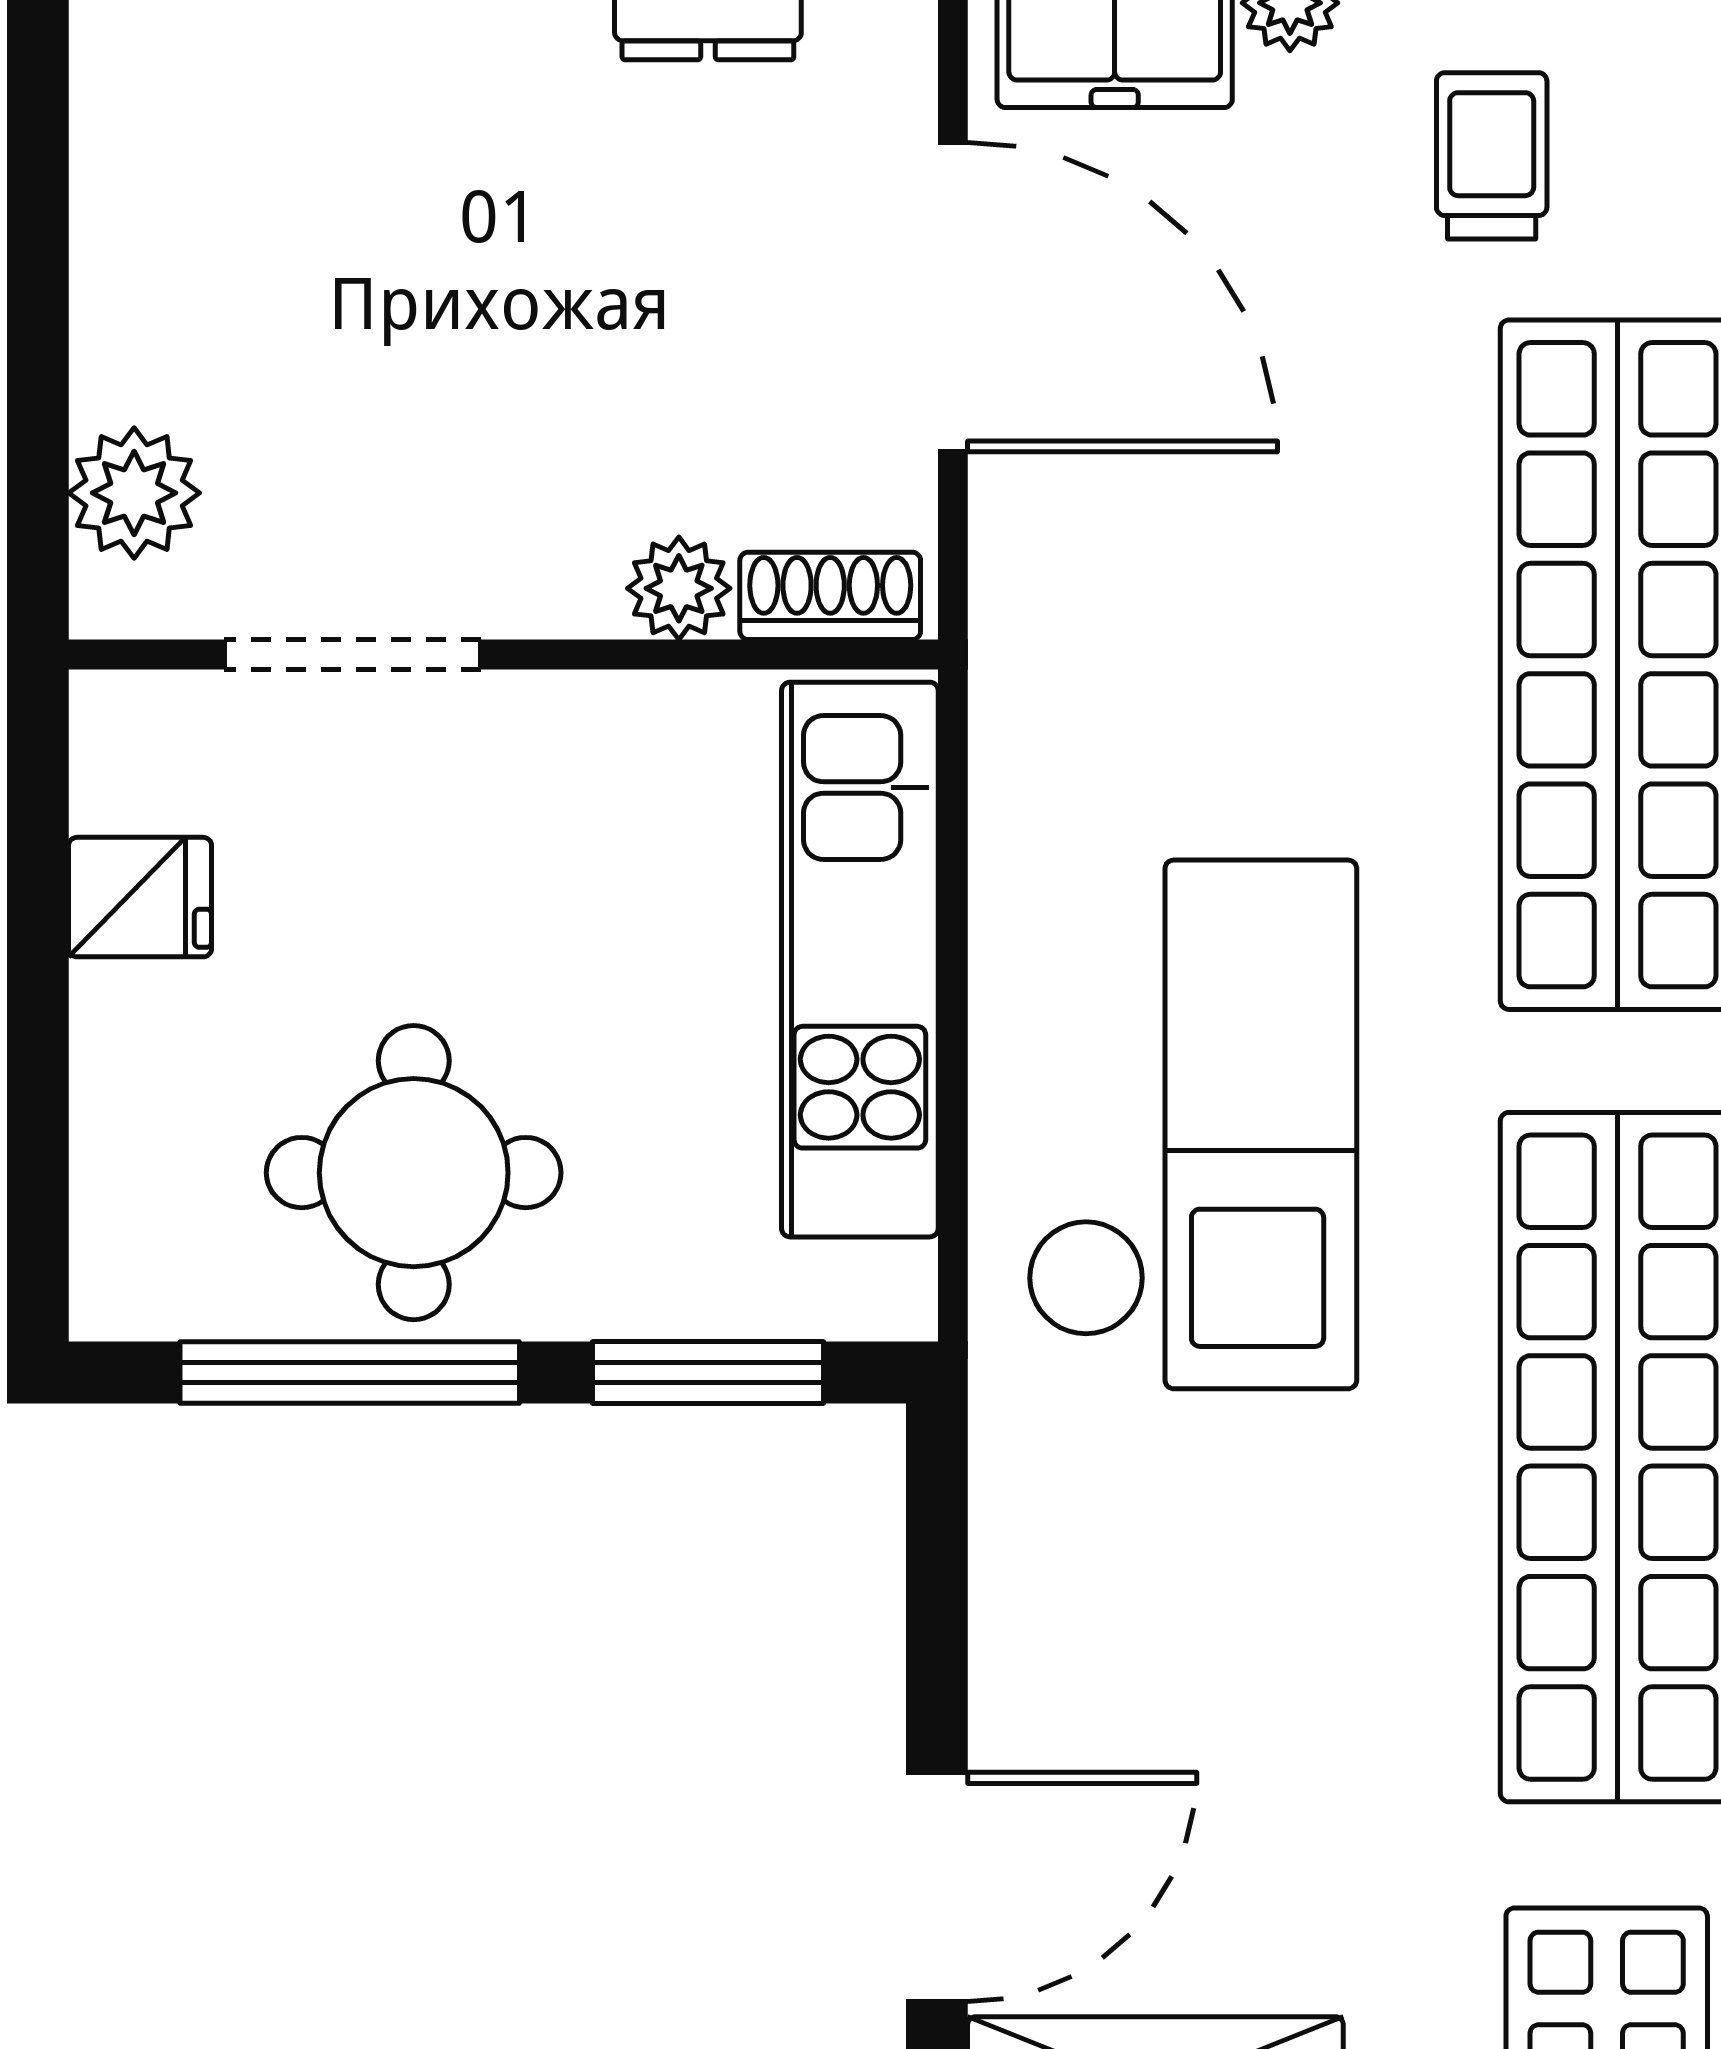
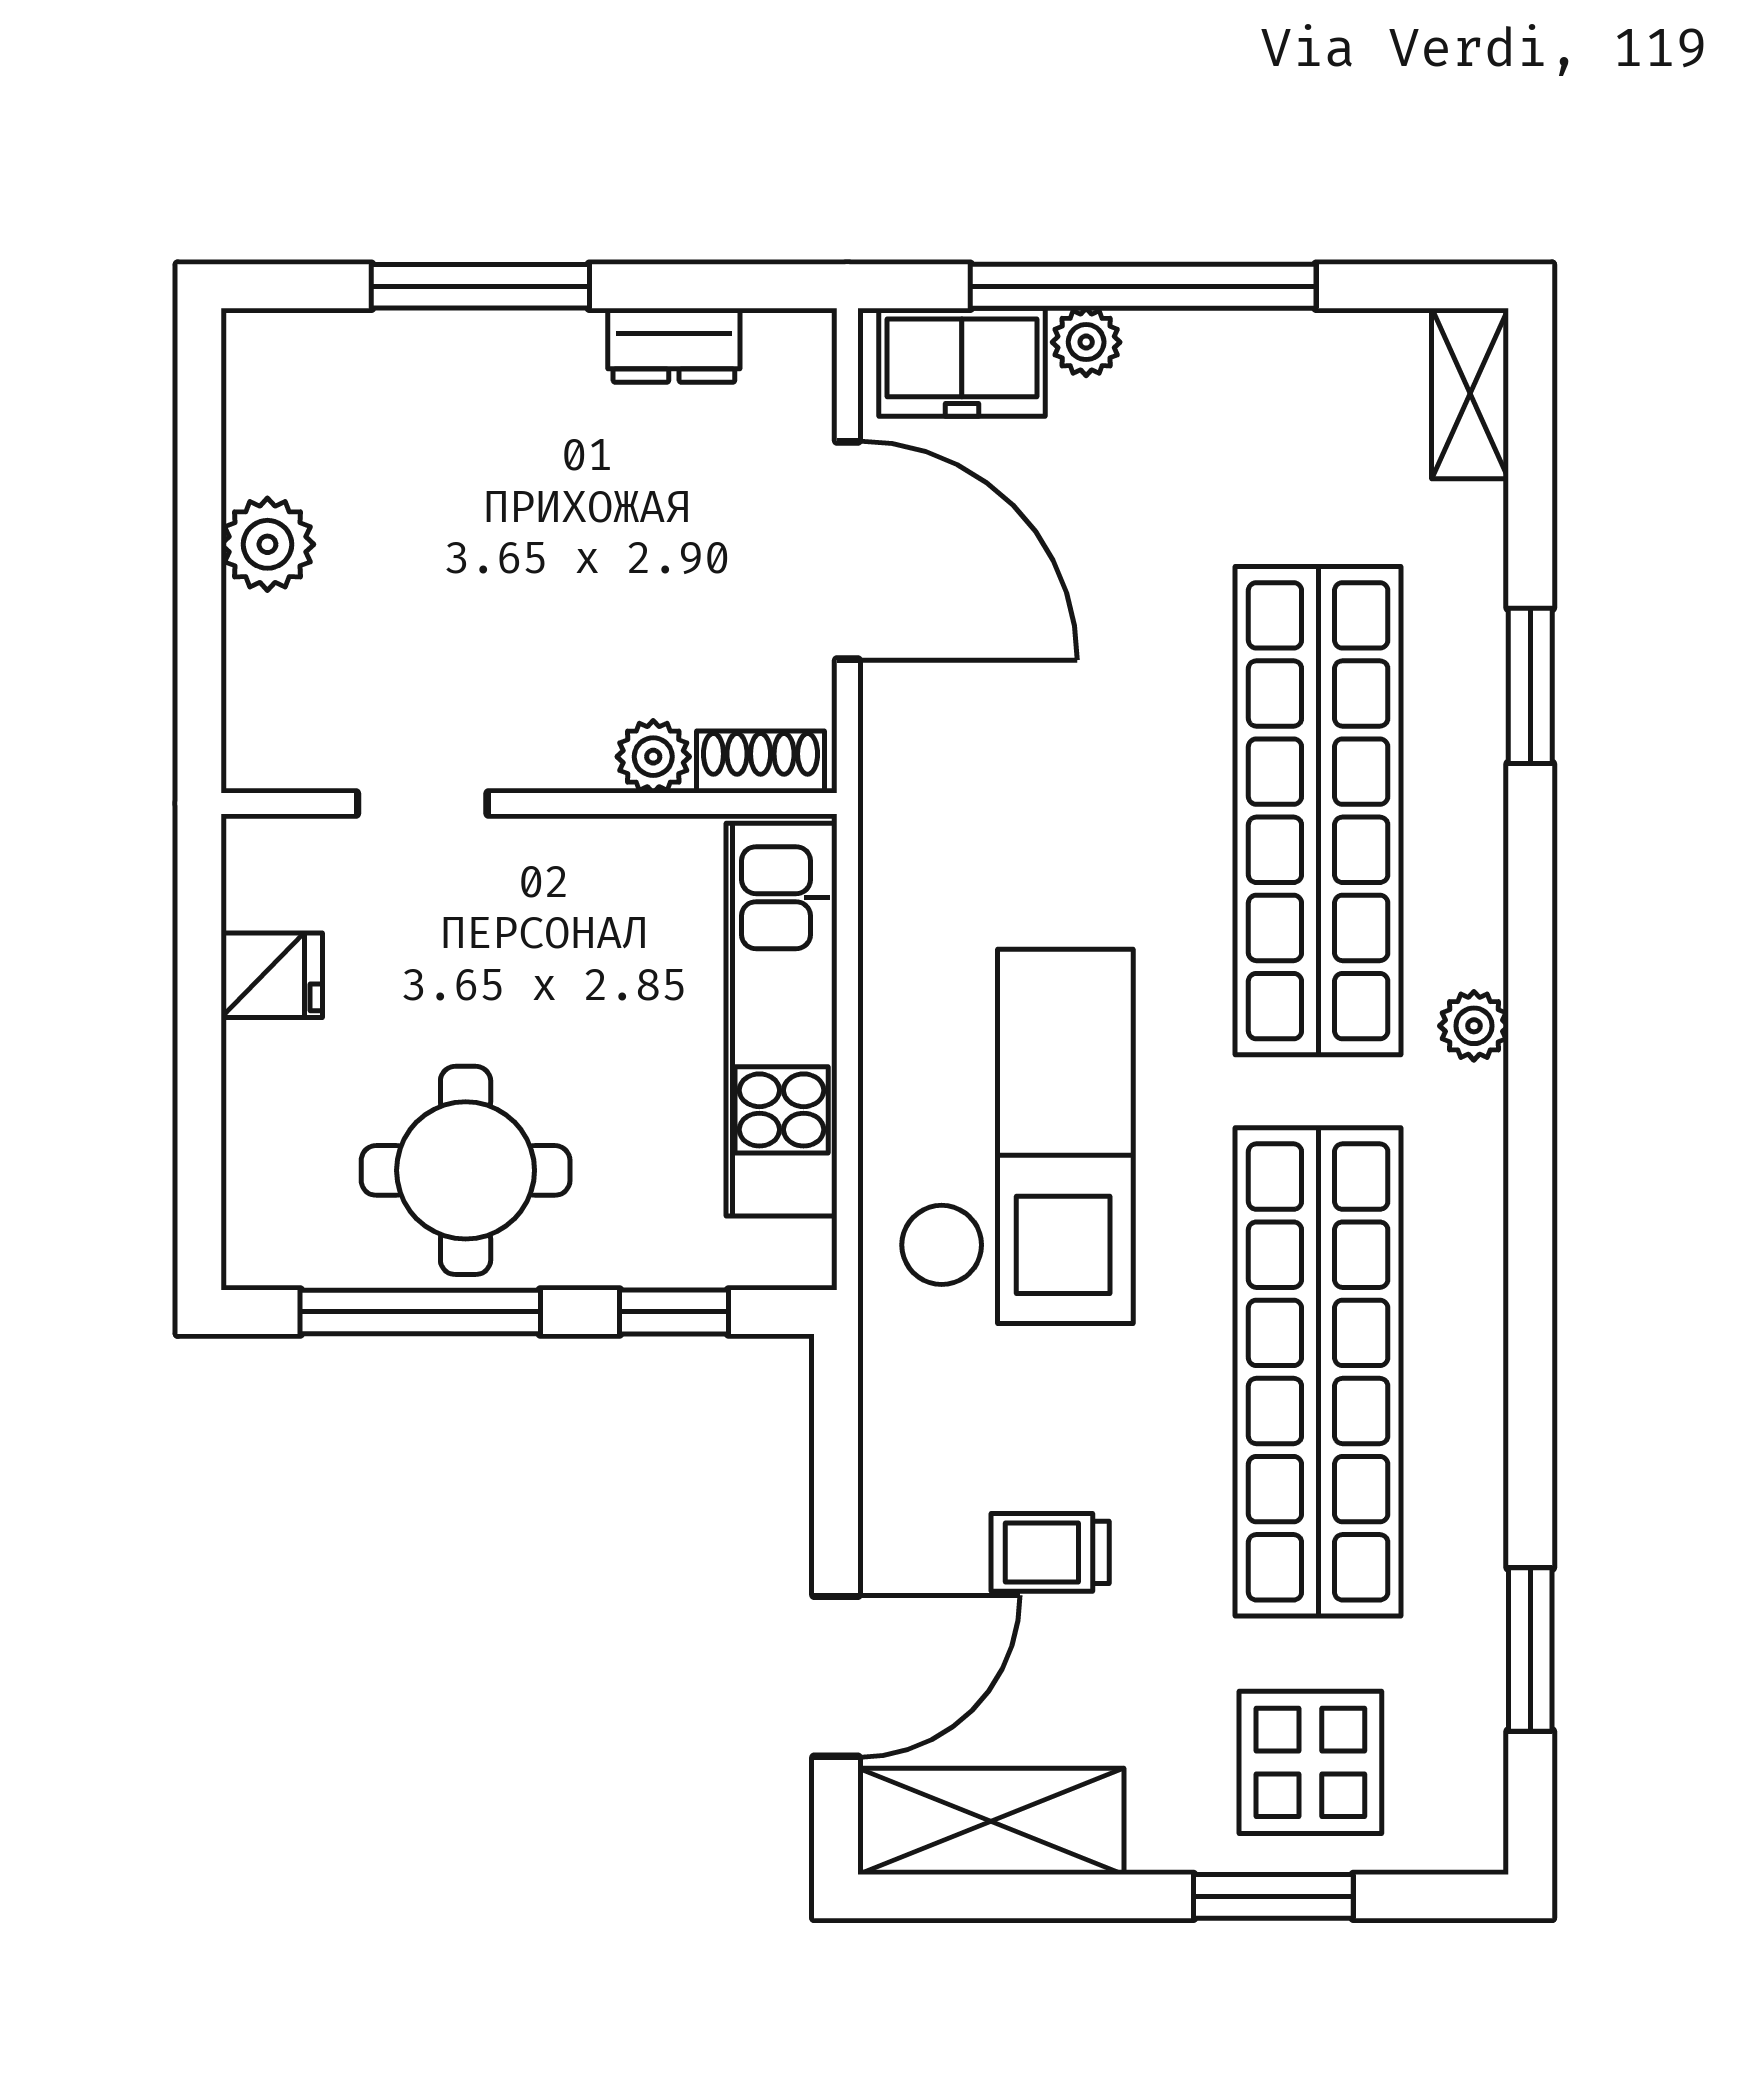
trolley: (1492, 156) -> (1050, 1552), moved, turned -90
plant: (134, 493) -> (267, 544), moved
doorway: (352, 654) -> (422, 803), width x0.73
window: (708, 1372) -> (674, 1312), width x0.67

